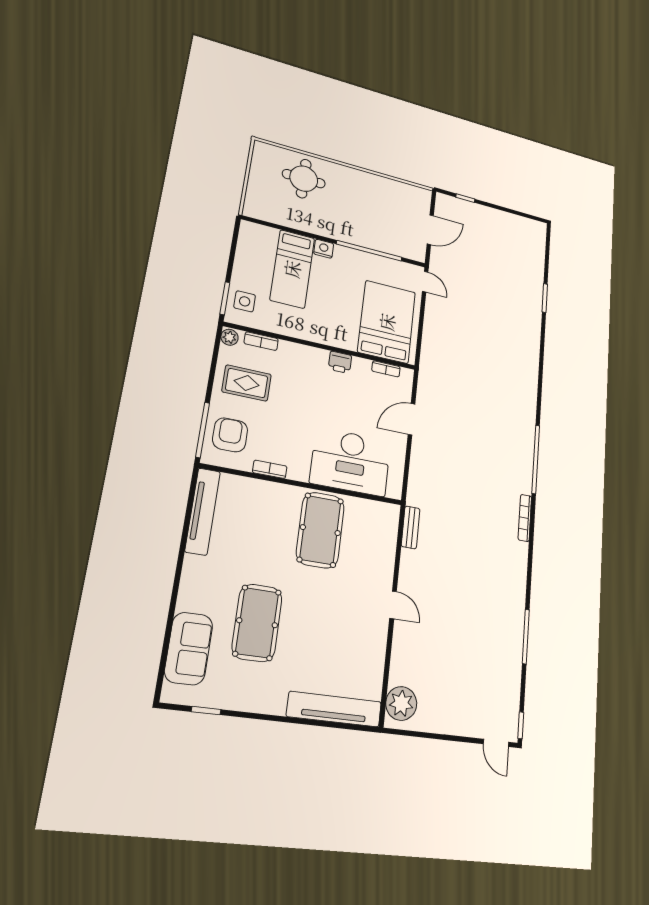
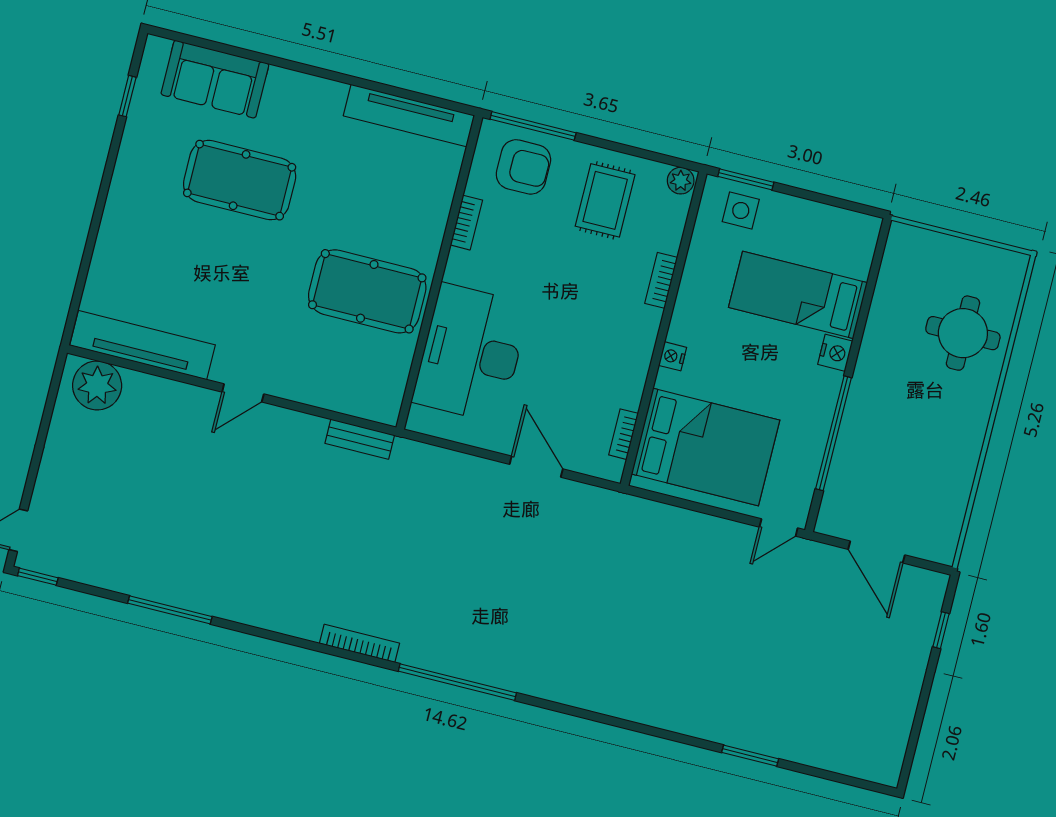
bookcase: (261, 341) -> (661, 280), moved
nightstand: (337, 341) -> (673, 356), added
printer: (340, 362) -> (636, 356), removed
tv unit: (334, 709) -> (143, 345), moved, turned -90

